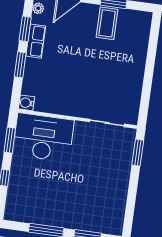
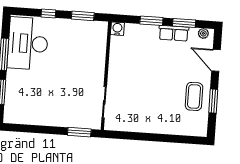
coffee table: (107, 23) -> (194, 96), turned 90
desk: (43, 137) -> (28, 43), moved, turned 180

